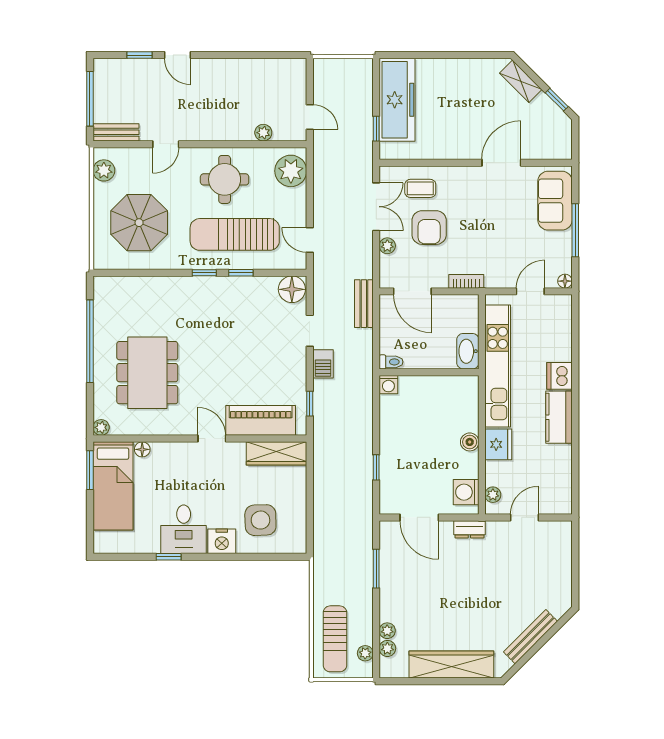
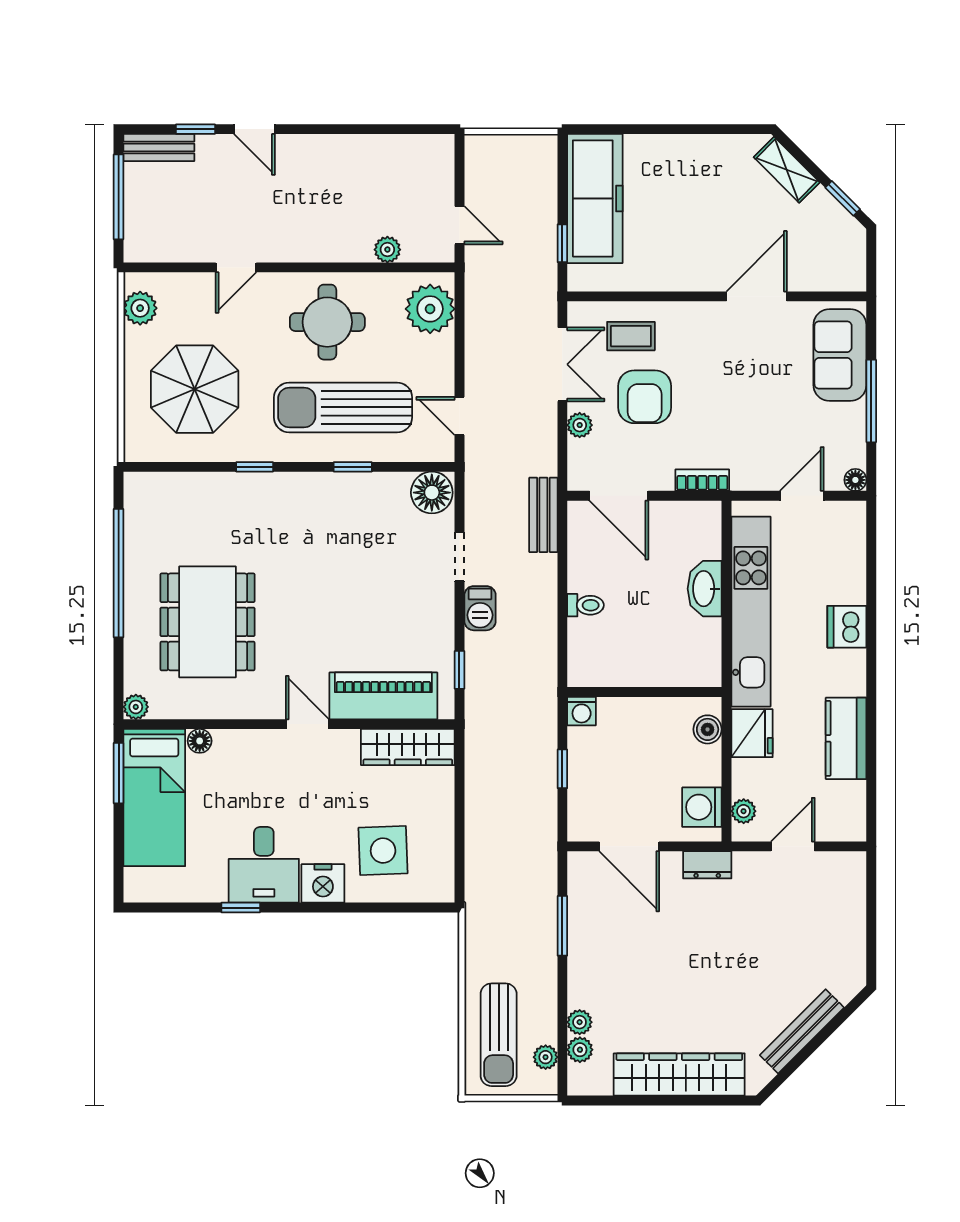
bench: (116, 132) -> (159, 147), moved
window: (204, 273) -> (255, 467), moved
wall: (429, 372) -> (644, 692), moved
washing machine: (388, 385) -> (582, 711), moved
kitchen counter: (559, 417) -> (846, 738), moved

